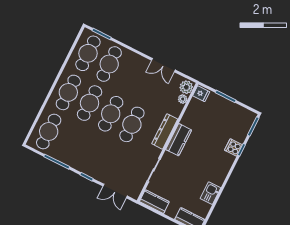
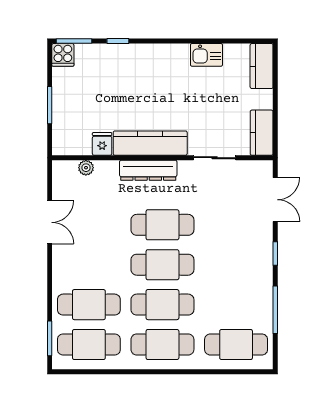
plant: (186, 87) -> (66, 171), removed
fridge: (201, 94) -> (102, 144), moved
kitchen counter: (179, 140) -> (150, 143), width x1.50
cooker: (233, 147) -> (63, 55), moved

